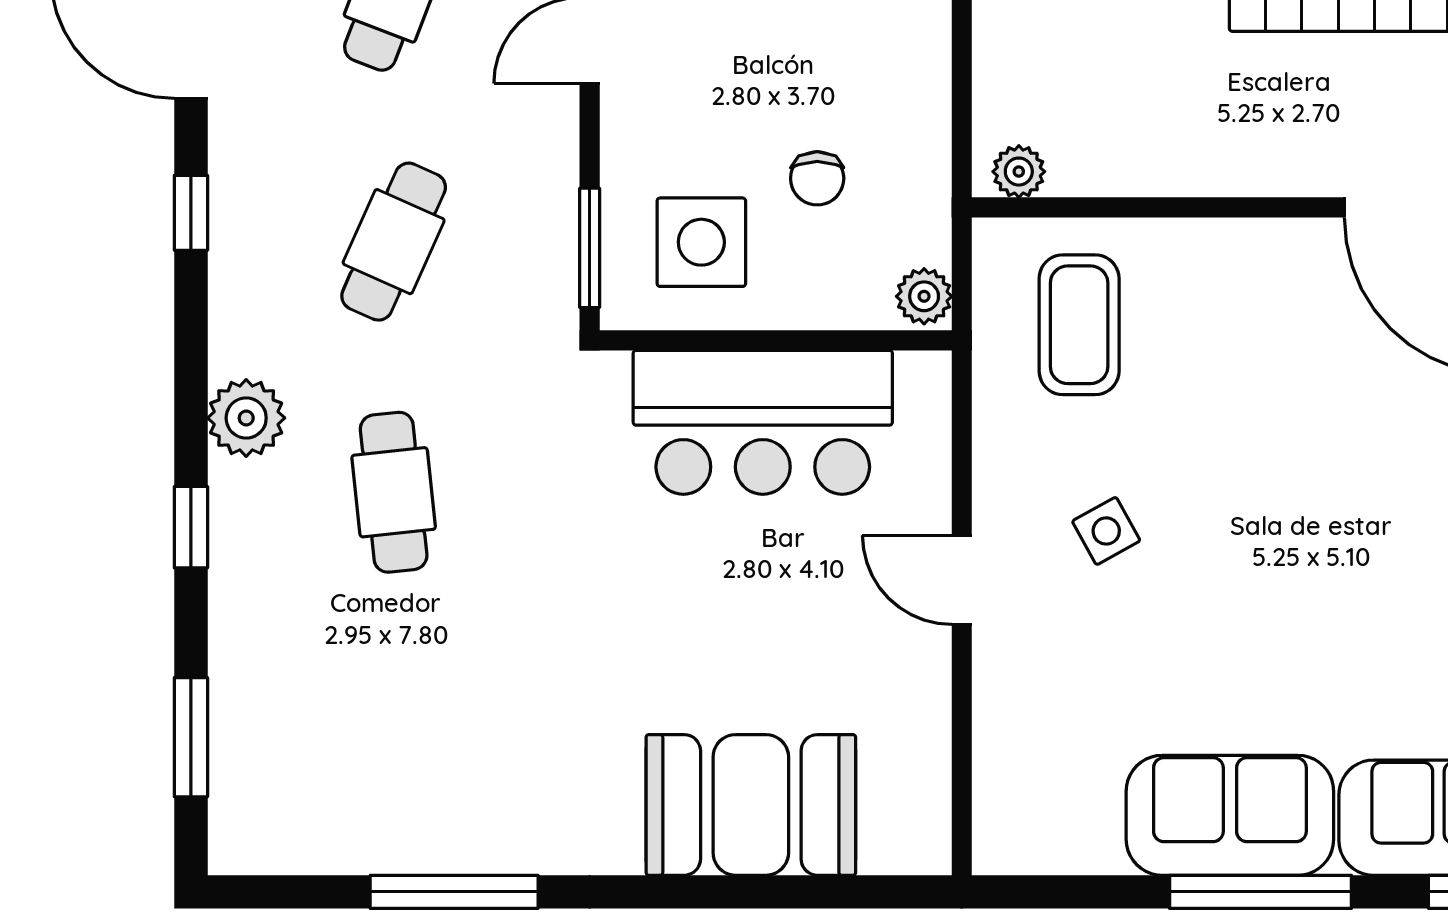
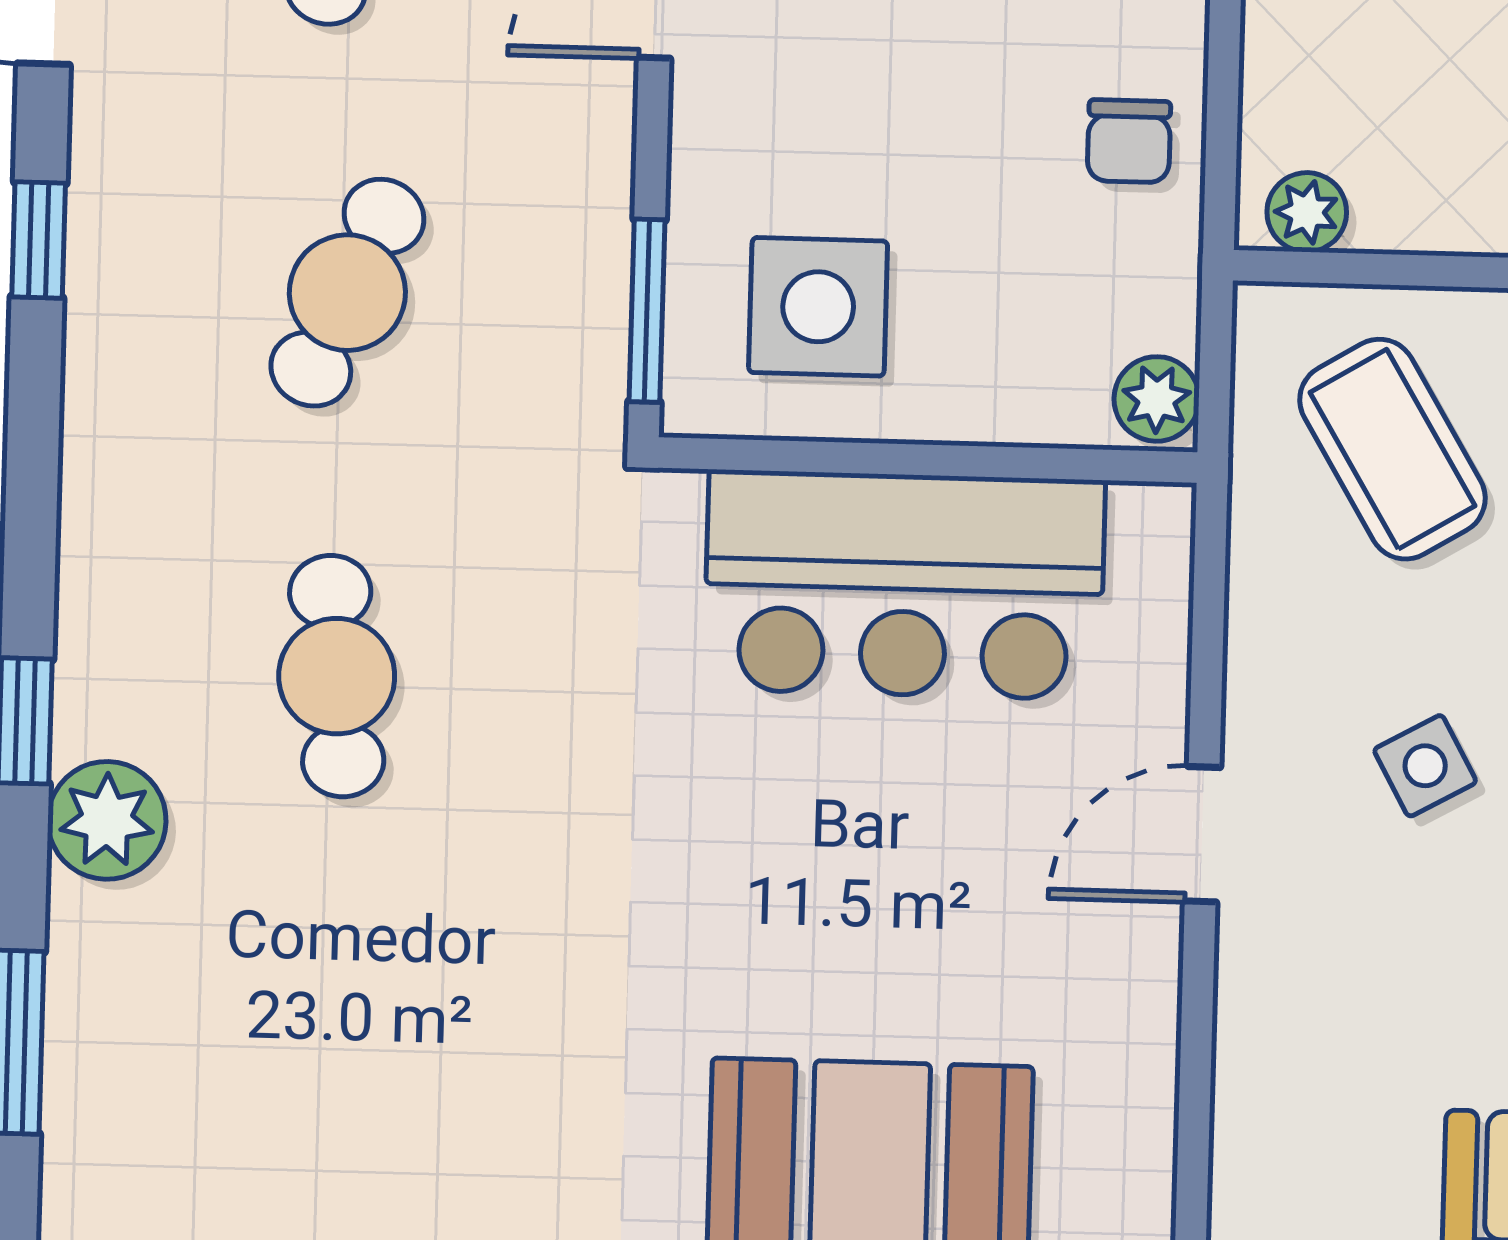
chair: (817, 178) -> (1129, 141), moved
coffee table: (1079, 325) -> (1392, 449), turned -31
plant: (246, 418) -> (107, 820), moved
door: (962, 580) -> (1202, 834), hinge flipped

